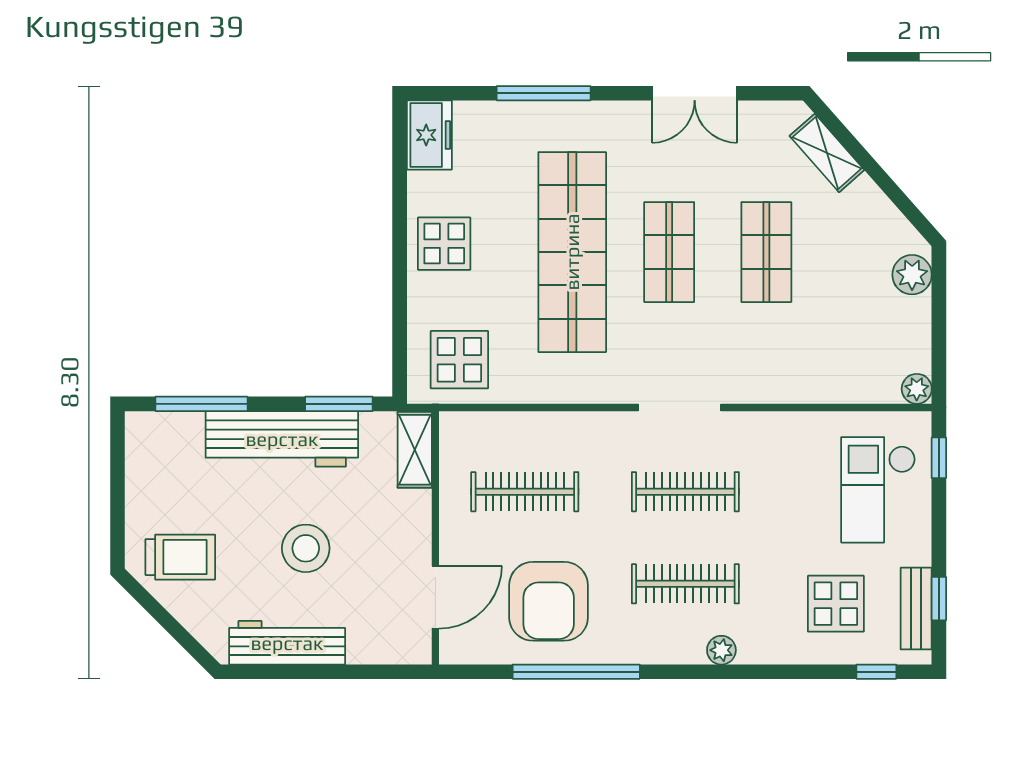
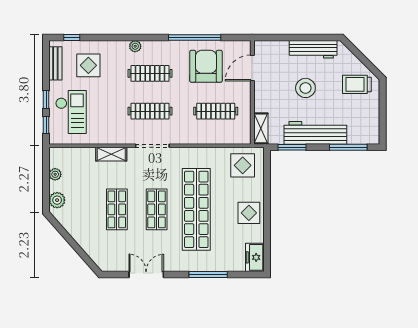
shelving: (827, 153) -> (111, 154), moved, turned -49
plant: (917, 389) -> (55, 174), moved
window: (939, 599) -> (46, 99), moved

